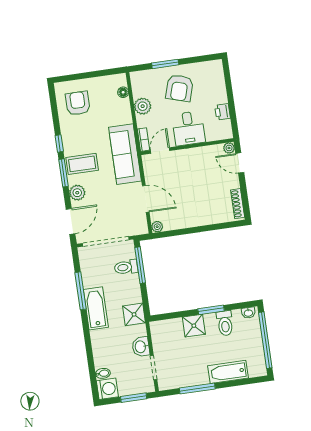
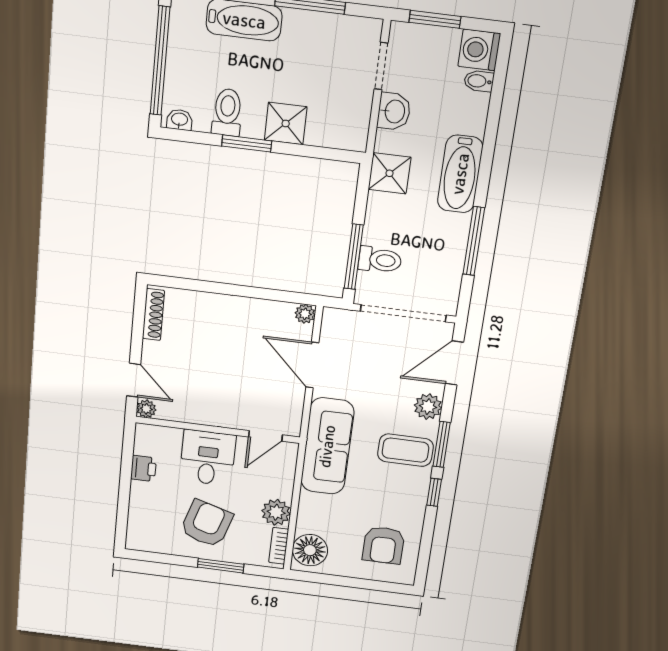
floor lamp: (123, 92) -> (310, 550), width x1.89, depth x1.89
bookcase: (144, 140) -> (279, 546), moved
bathtub: (96, 308) -> (460, 174), moved

